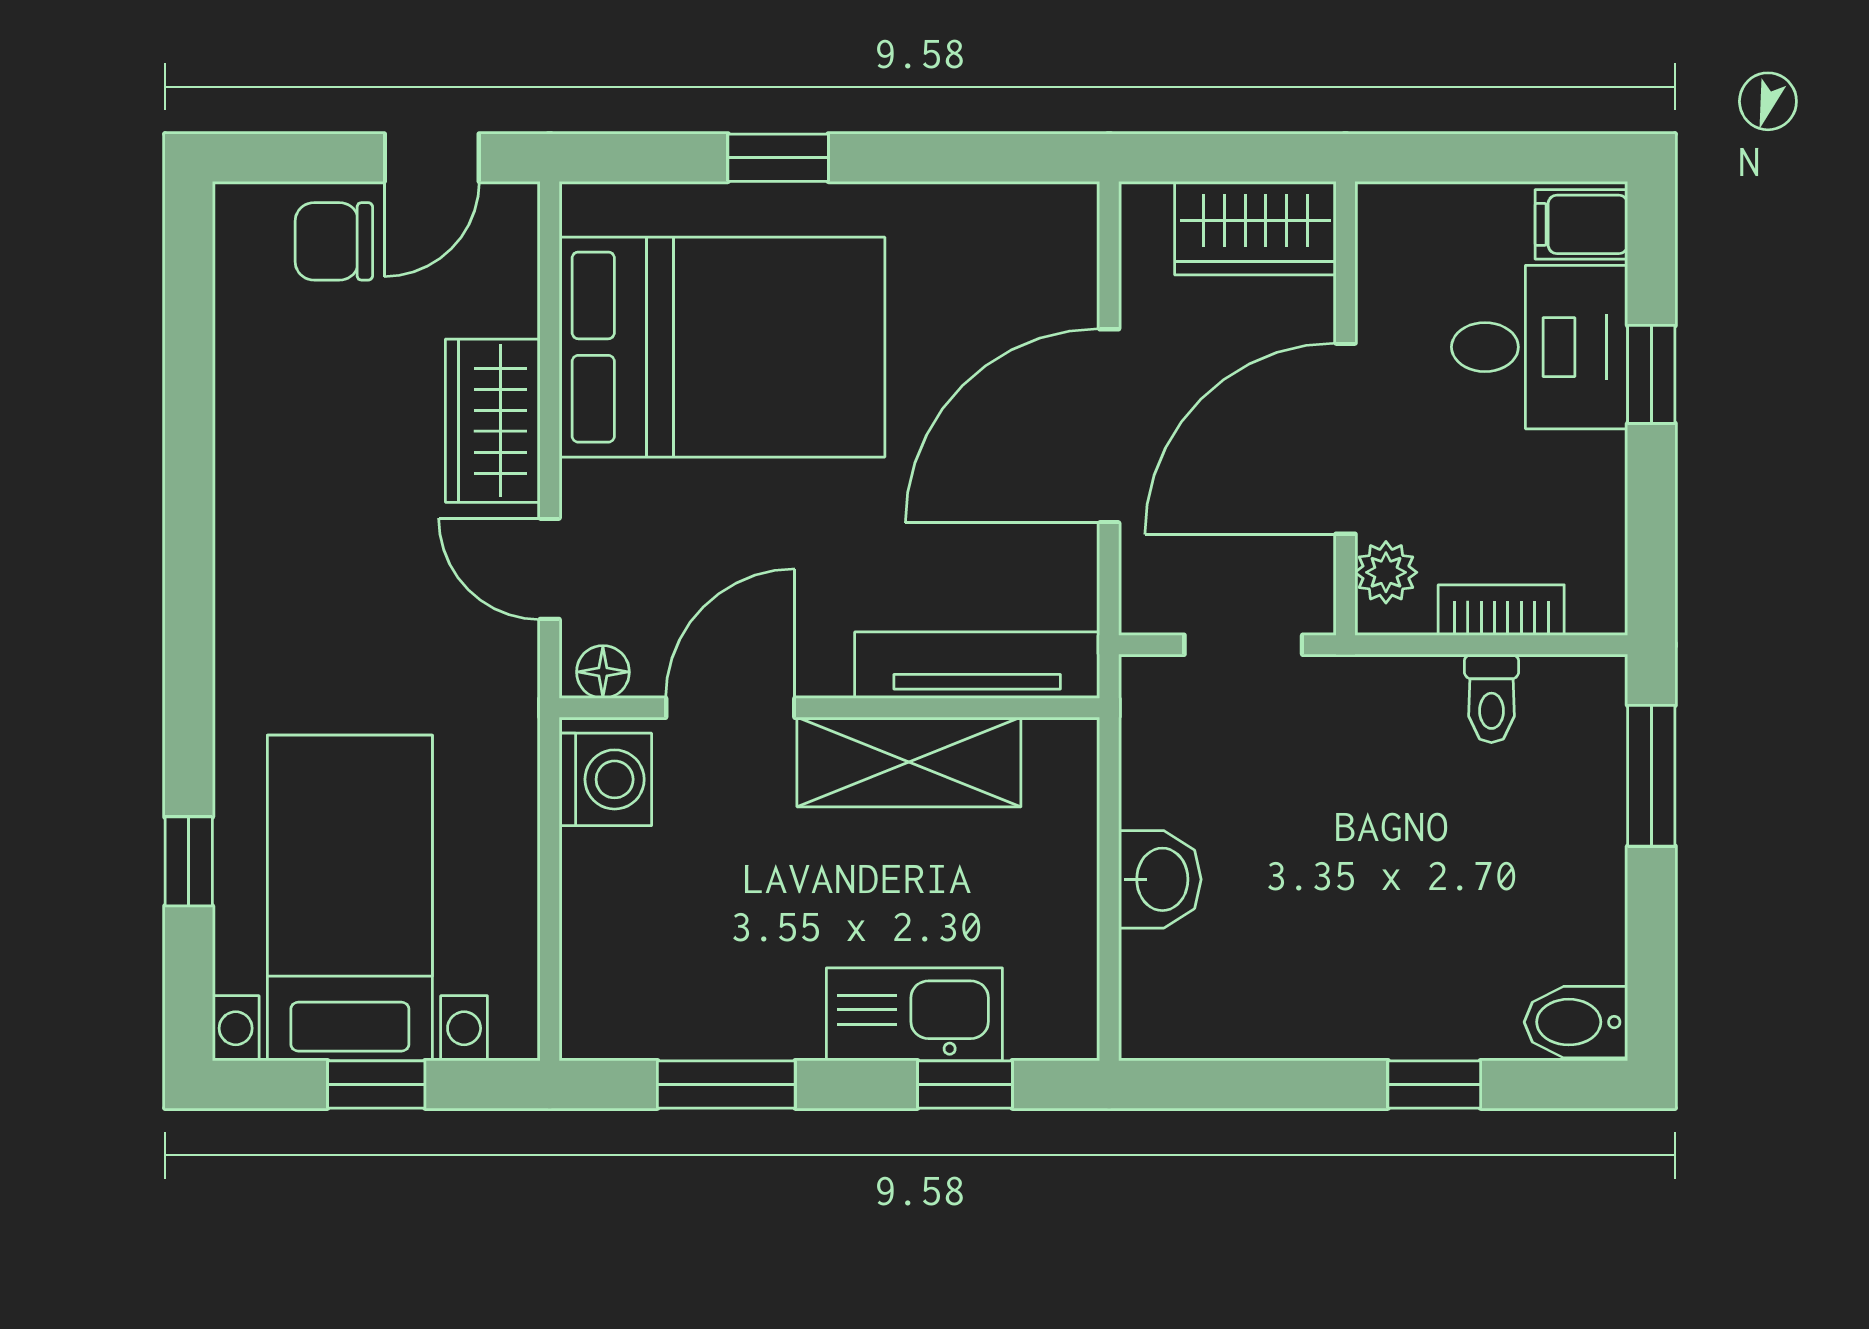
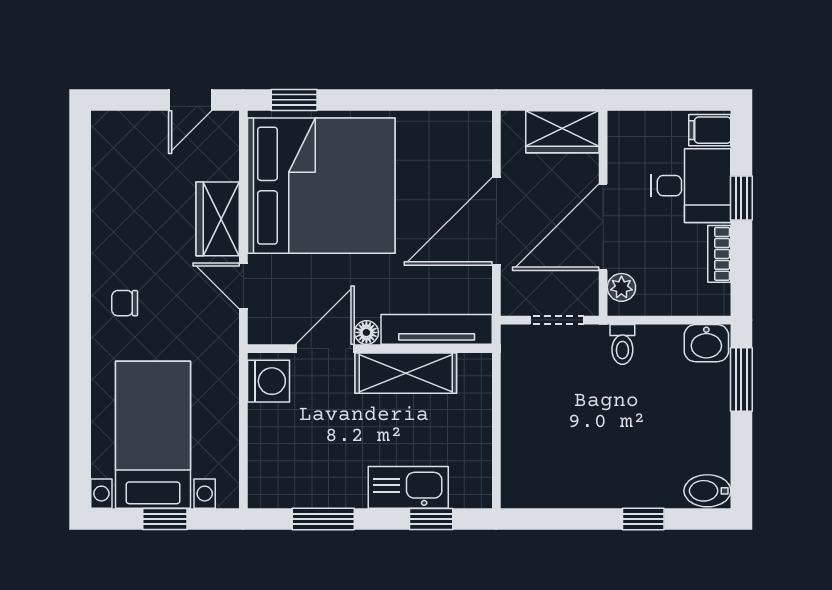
window: (778, 158) -> (294, 100), moved
chair: (334, 241) -> (125, 303), moved, width x0.73, depth x0.73
bed: (722, 347) -> (321, 186), width x1.36
bookcase: (1501, 610) -> (719, 254), moved, turned -90
floor lamp: (603, 672) -> (366, 332), moved
toilet: (1491, 698) -> (622, 344), moved
window: (189, 861) -> (80, 418), removed
washbasin: (1160, 879) -> (706, 343), moved, turned 90

